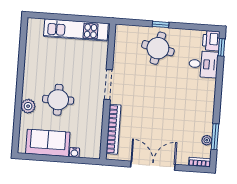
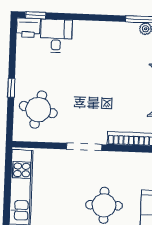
round table: (158, 48) -> (38, 110), moved

